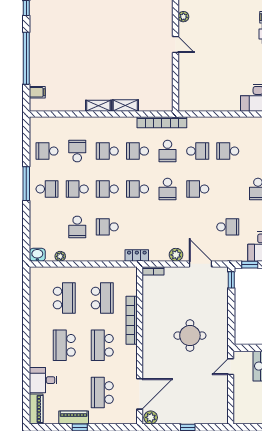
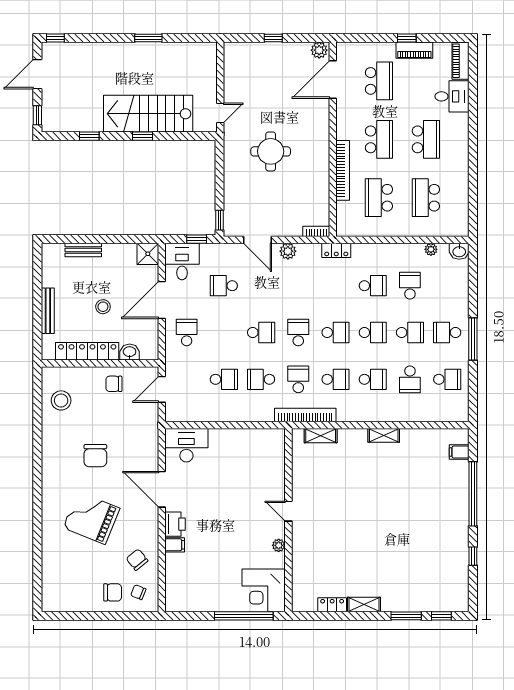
shelving: (125, 106) -> (321, 436), moved

